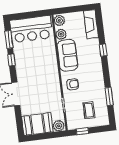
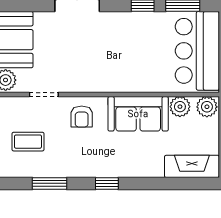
window: (103, 50) -> (107, 183), moved

